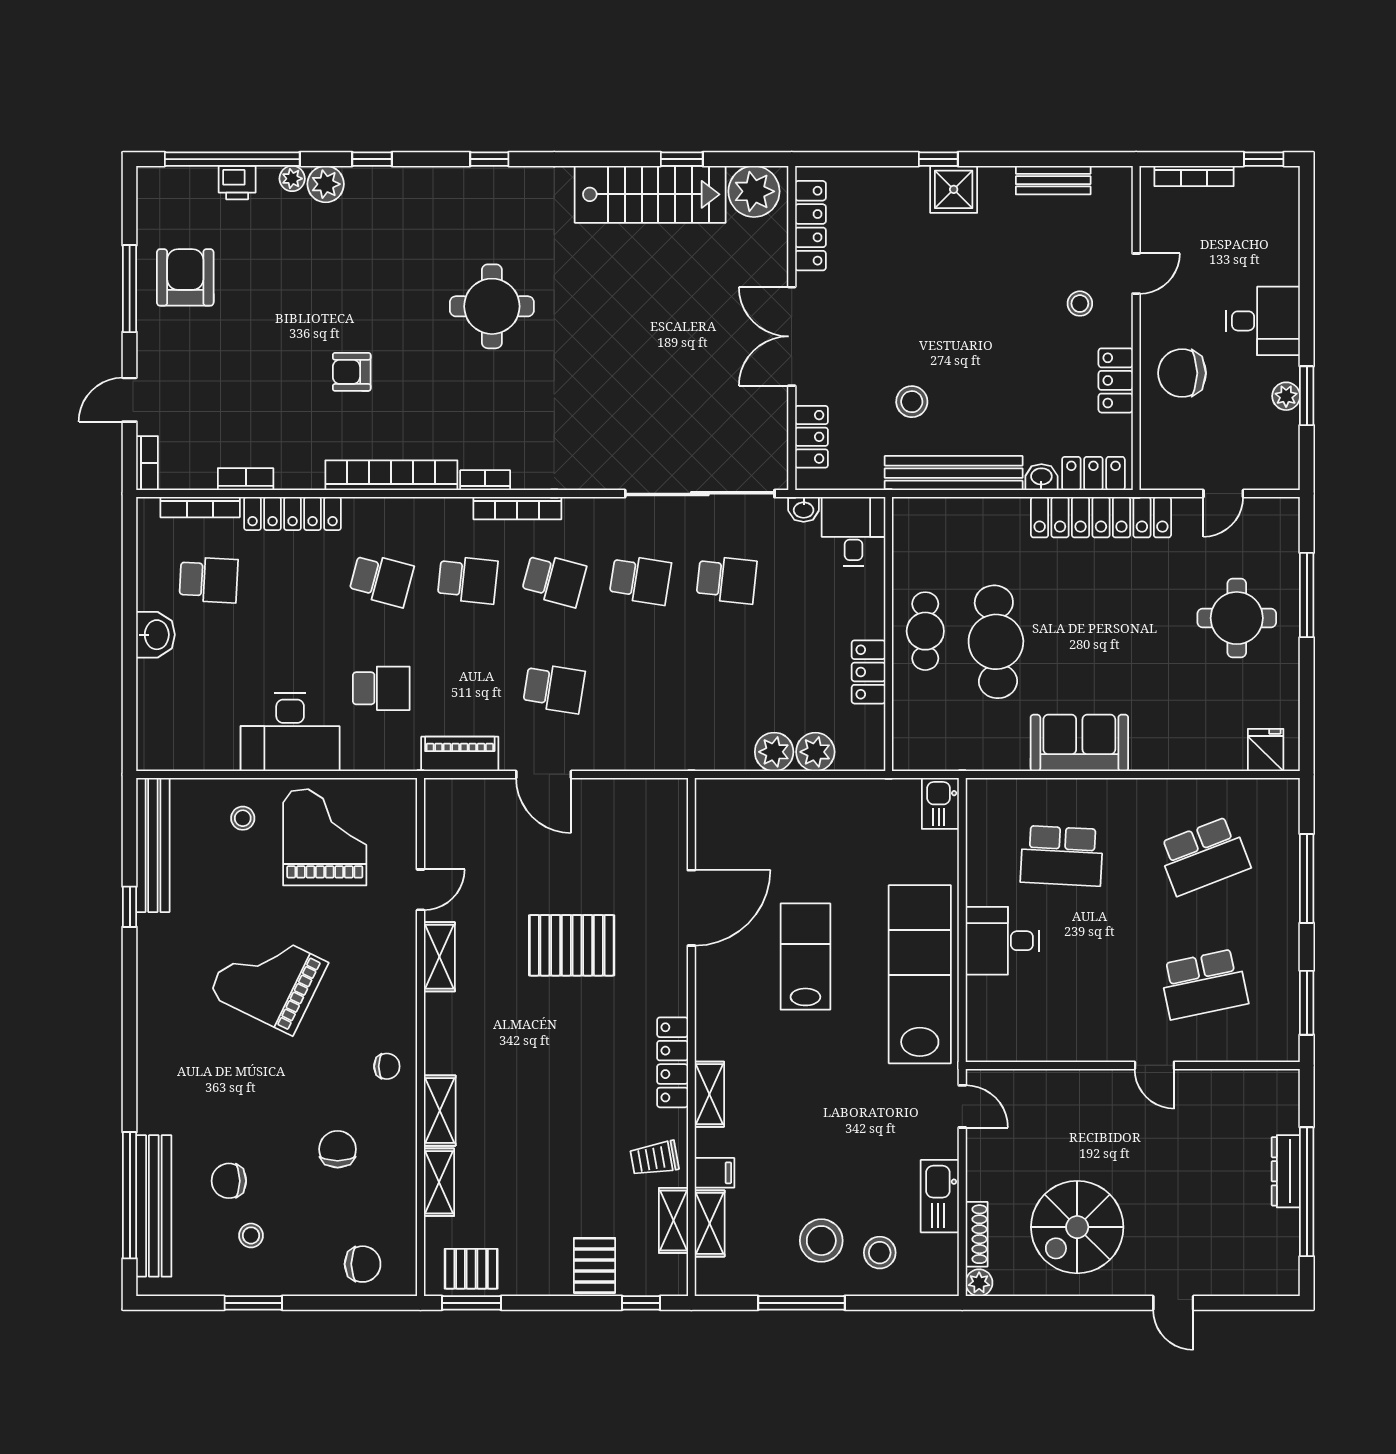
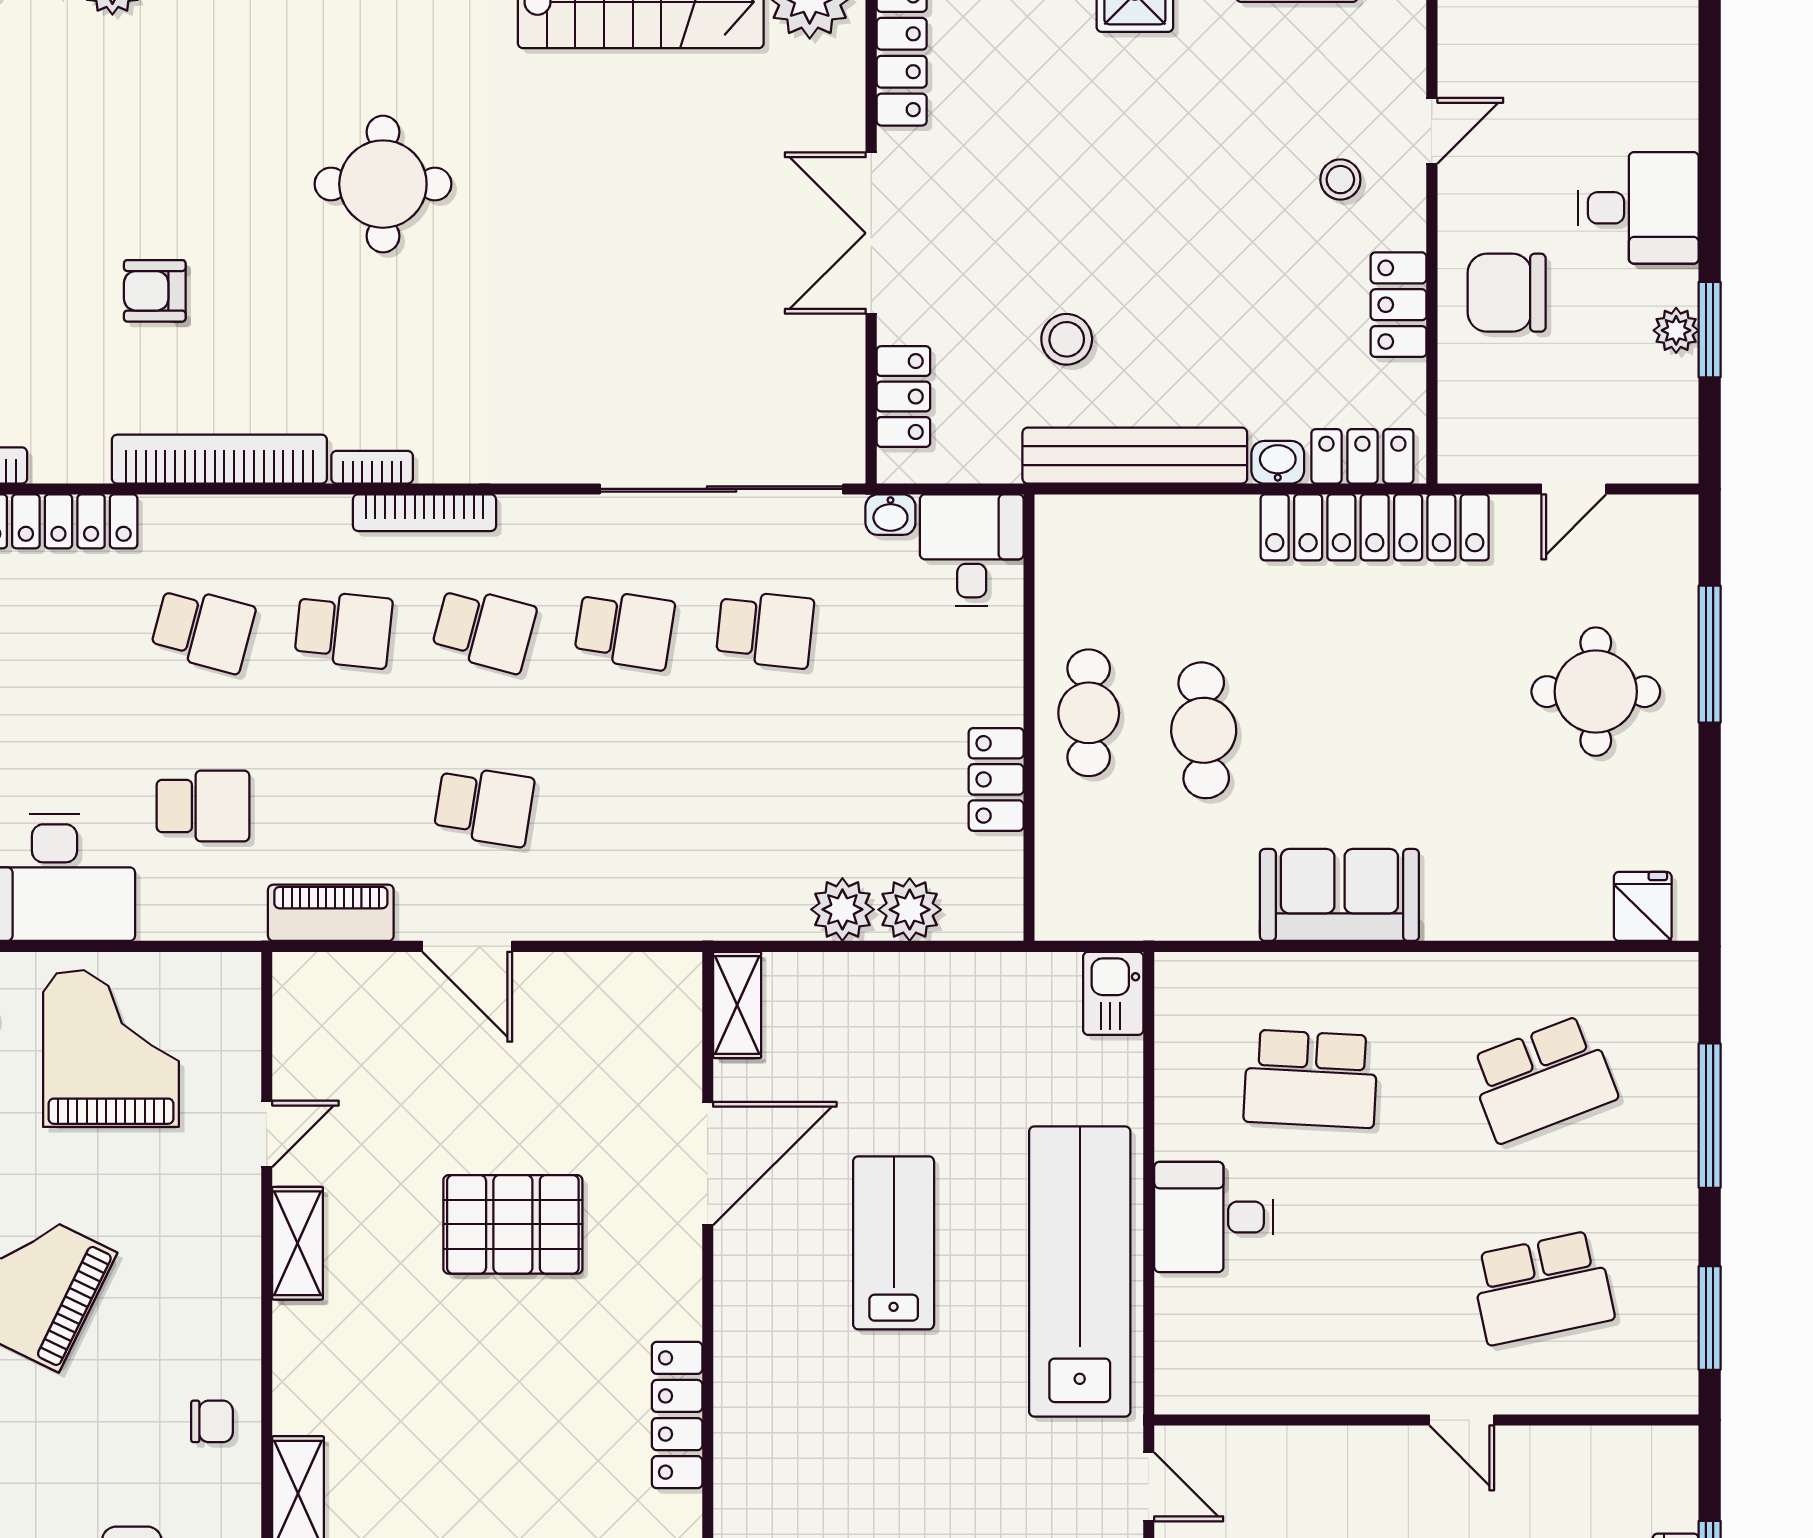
cafe table: (996, 642) -> (1204, 730), width x0.73, depth x0.74
shelving: (709, 1094) -> (737, 1005), moved

